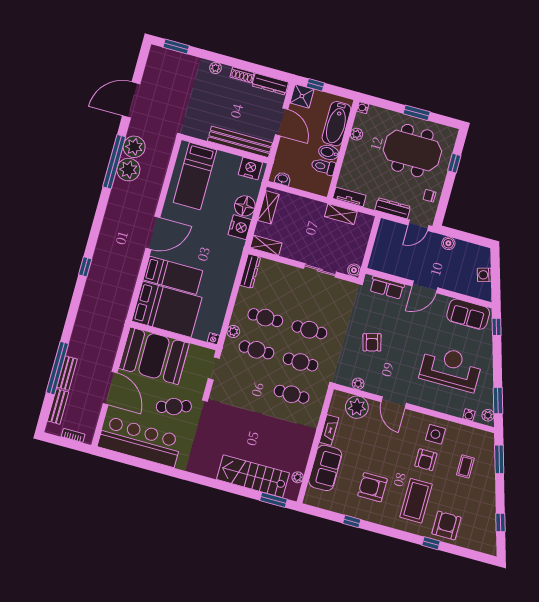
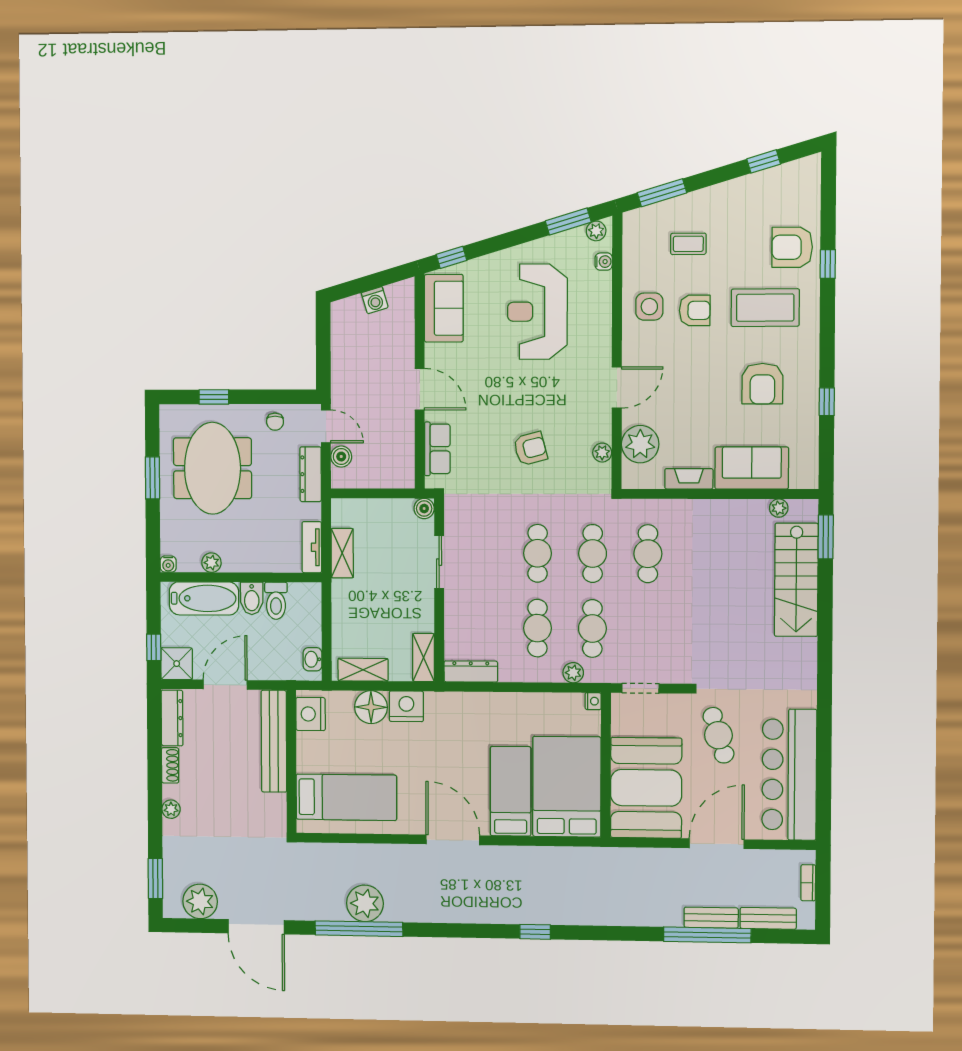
plant: (134, 147) -> (200, 901), moved
boiler: (448, 243) -> (341, 457), moved

